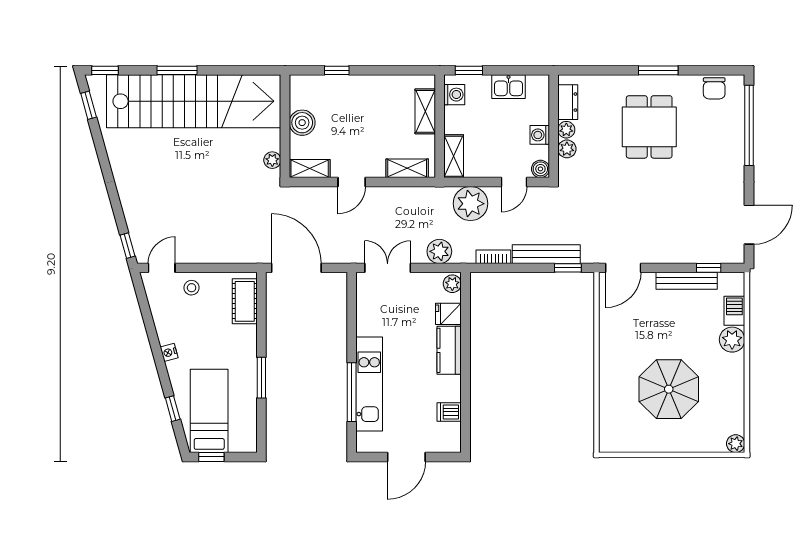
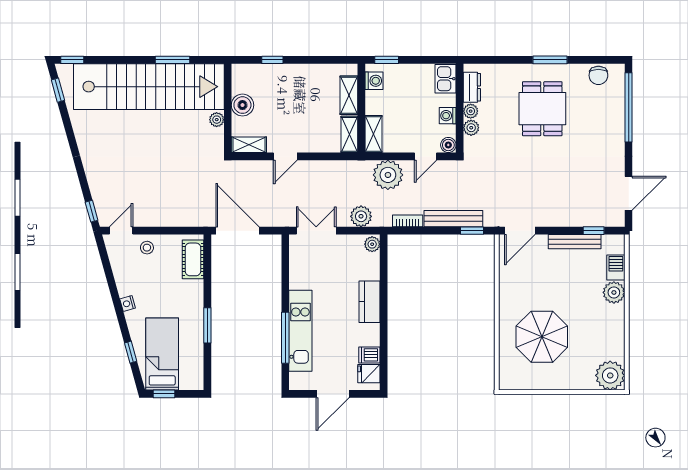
window: (177, 70) -> (173, 60), moved
kitchen sink: (509, 87) -> (446, 79), moved, turned 90
plant: (272, 160) -> (217, 120), moved
shelving: (407, 168) -> (349, 134), moved, turned 90
fridge: (448, 314) -> (369, 374), moved
parasol: (669, 389) -> (542, 337), moved
plant: (736, 444) -> (610, 375), width x1.88, depth x1.88

